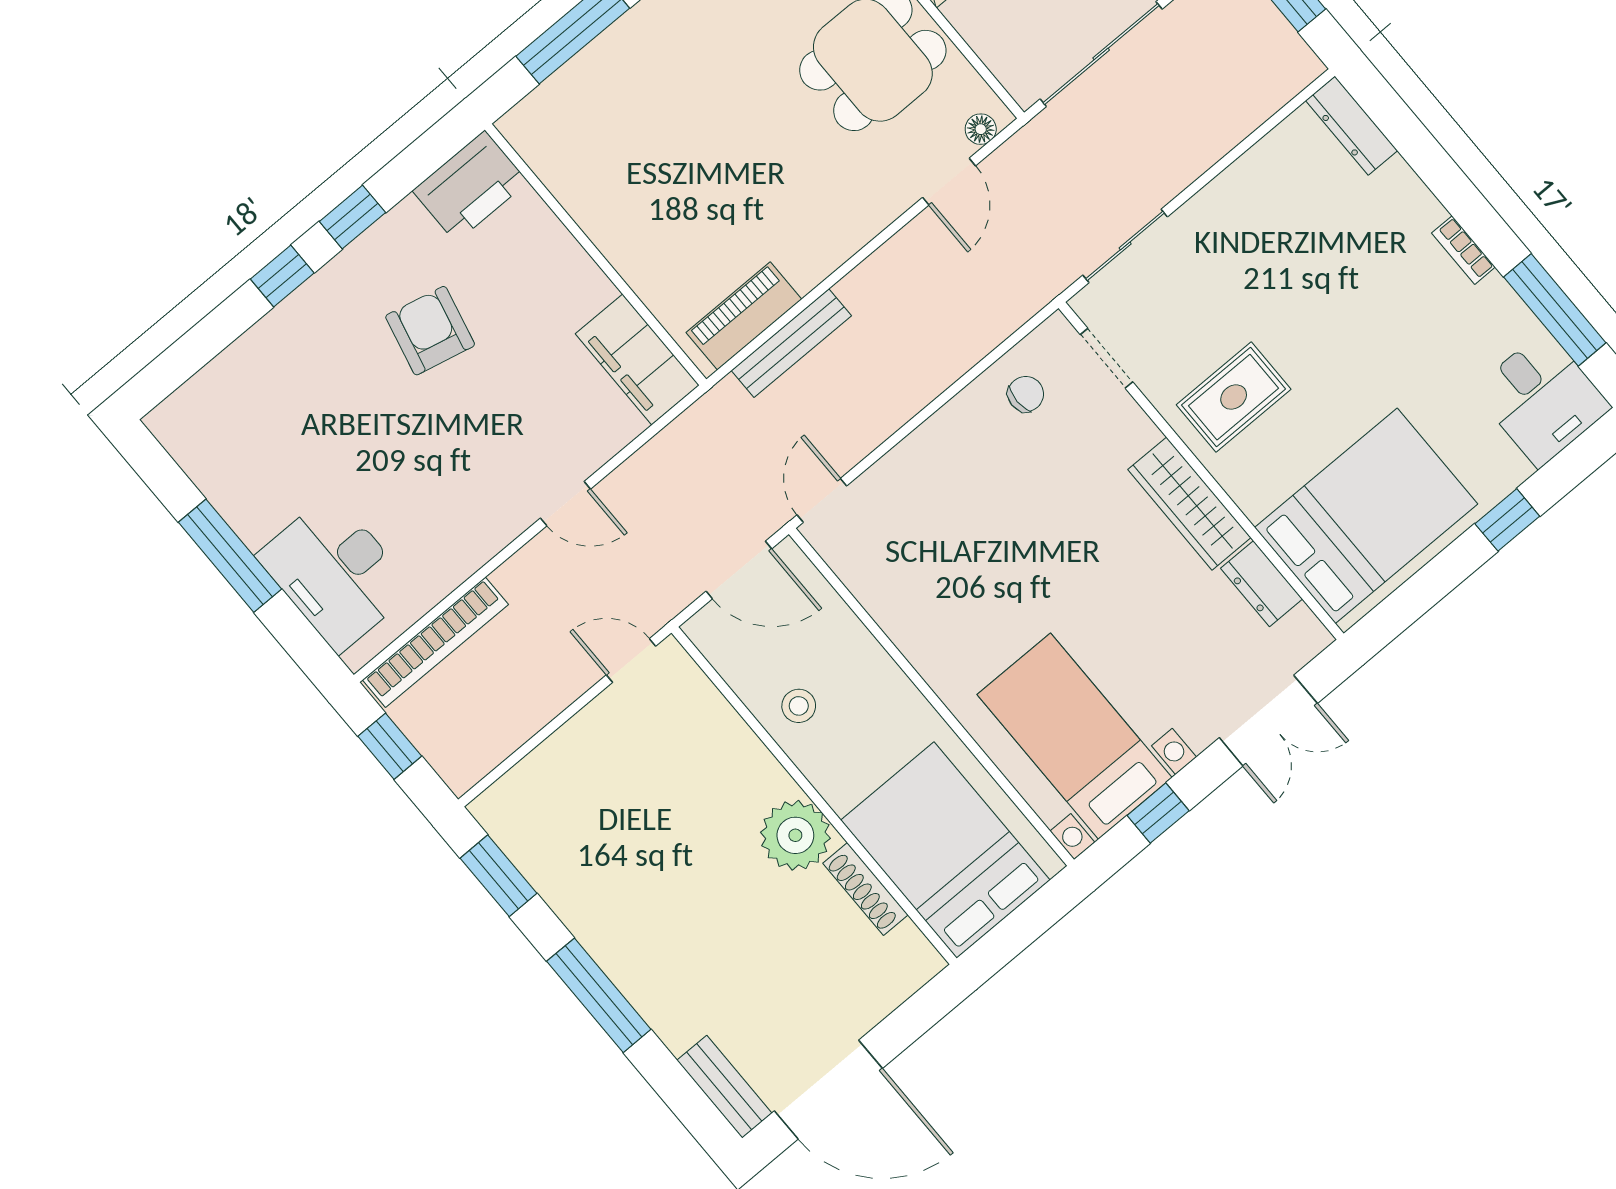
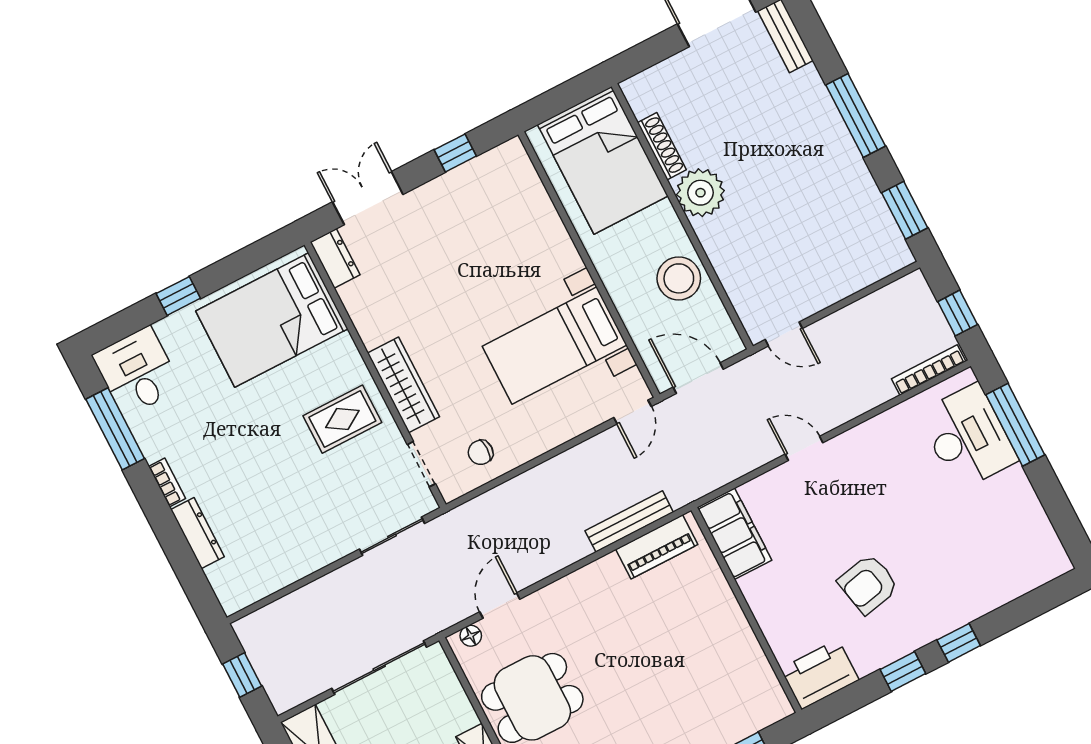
dresser: (1352, 126) -> (197, 533), moved
armchair: (430, 331) -> (868, 584), turned 65
wardrobe: (1189, 504) -> (403, 385), moved
window: (230, 556) -> (1015, 425), moved
dresser: (1262, 584) -> (335, 258), moved
bookcase: (435, 642) -> (929, 370), width x0.68, depth x0.76
stool: (799, 706) -> (679, 278), width x1.89, depth x1.89
bed with nightstands: (1075, 736) -> (555, 346), moved, turned 90

